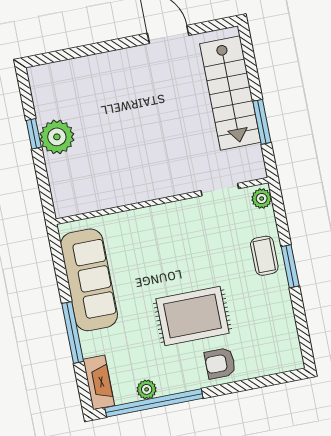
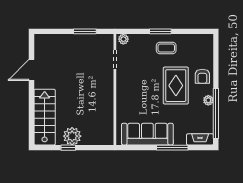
stairs: (230, 93) -> (45, 117), moved, turned -90
coffee table: (264, 256) -> (166, 48), moved
plant: (147, 389) -> (208, 100), moved

